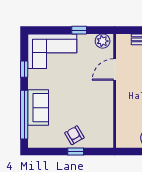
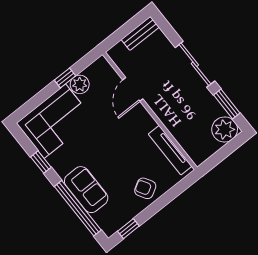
plant: (103, 41) -> (80, 84), moved
tv unit: (108, 124) -> (170, 150), added
window: (76, 151) -> (128, 229), moved

